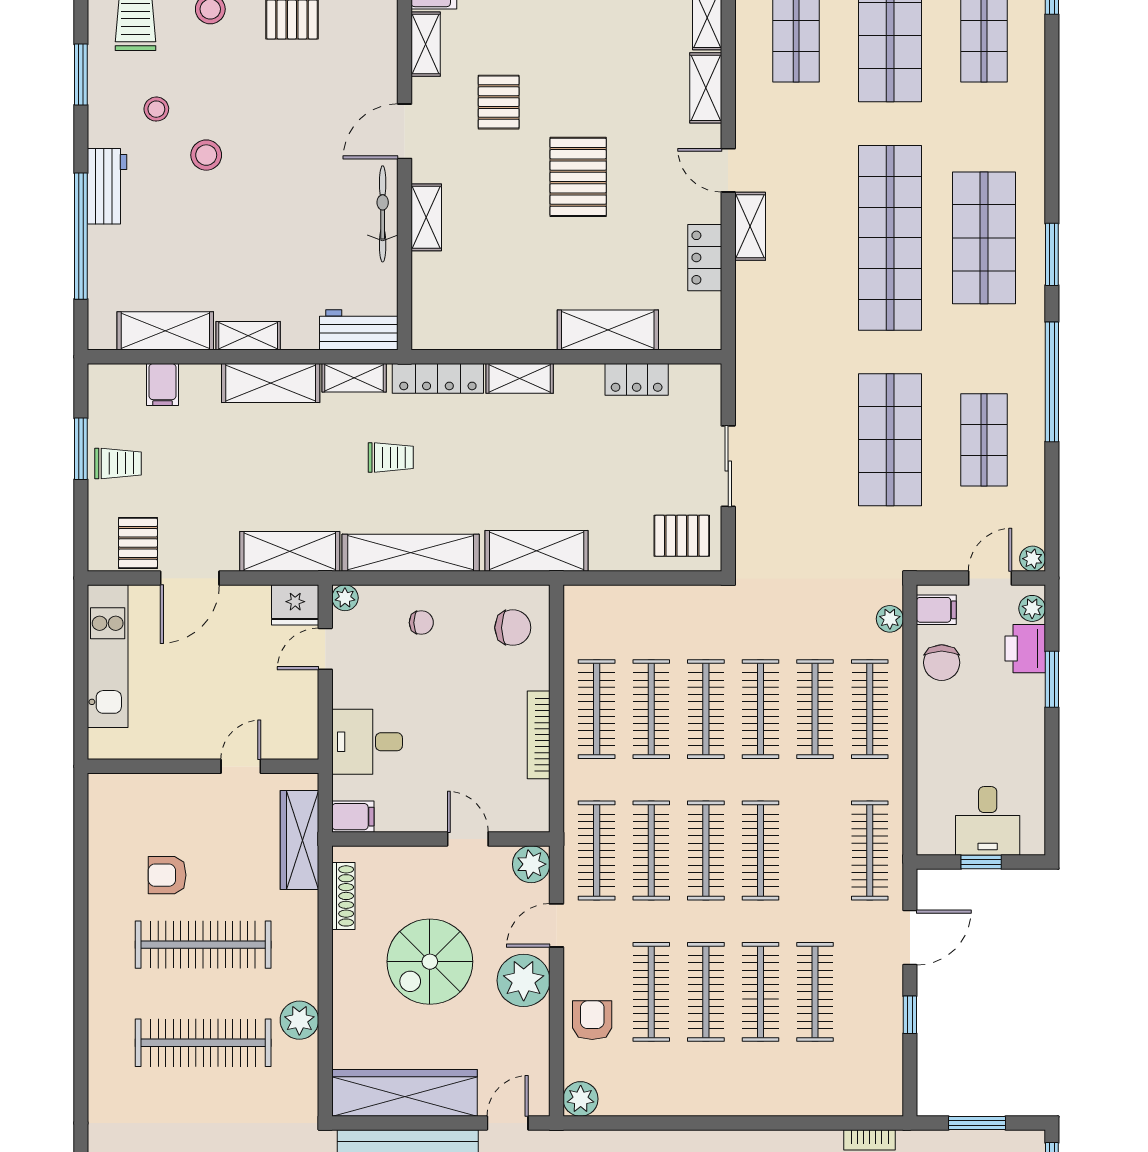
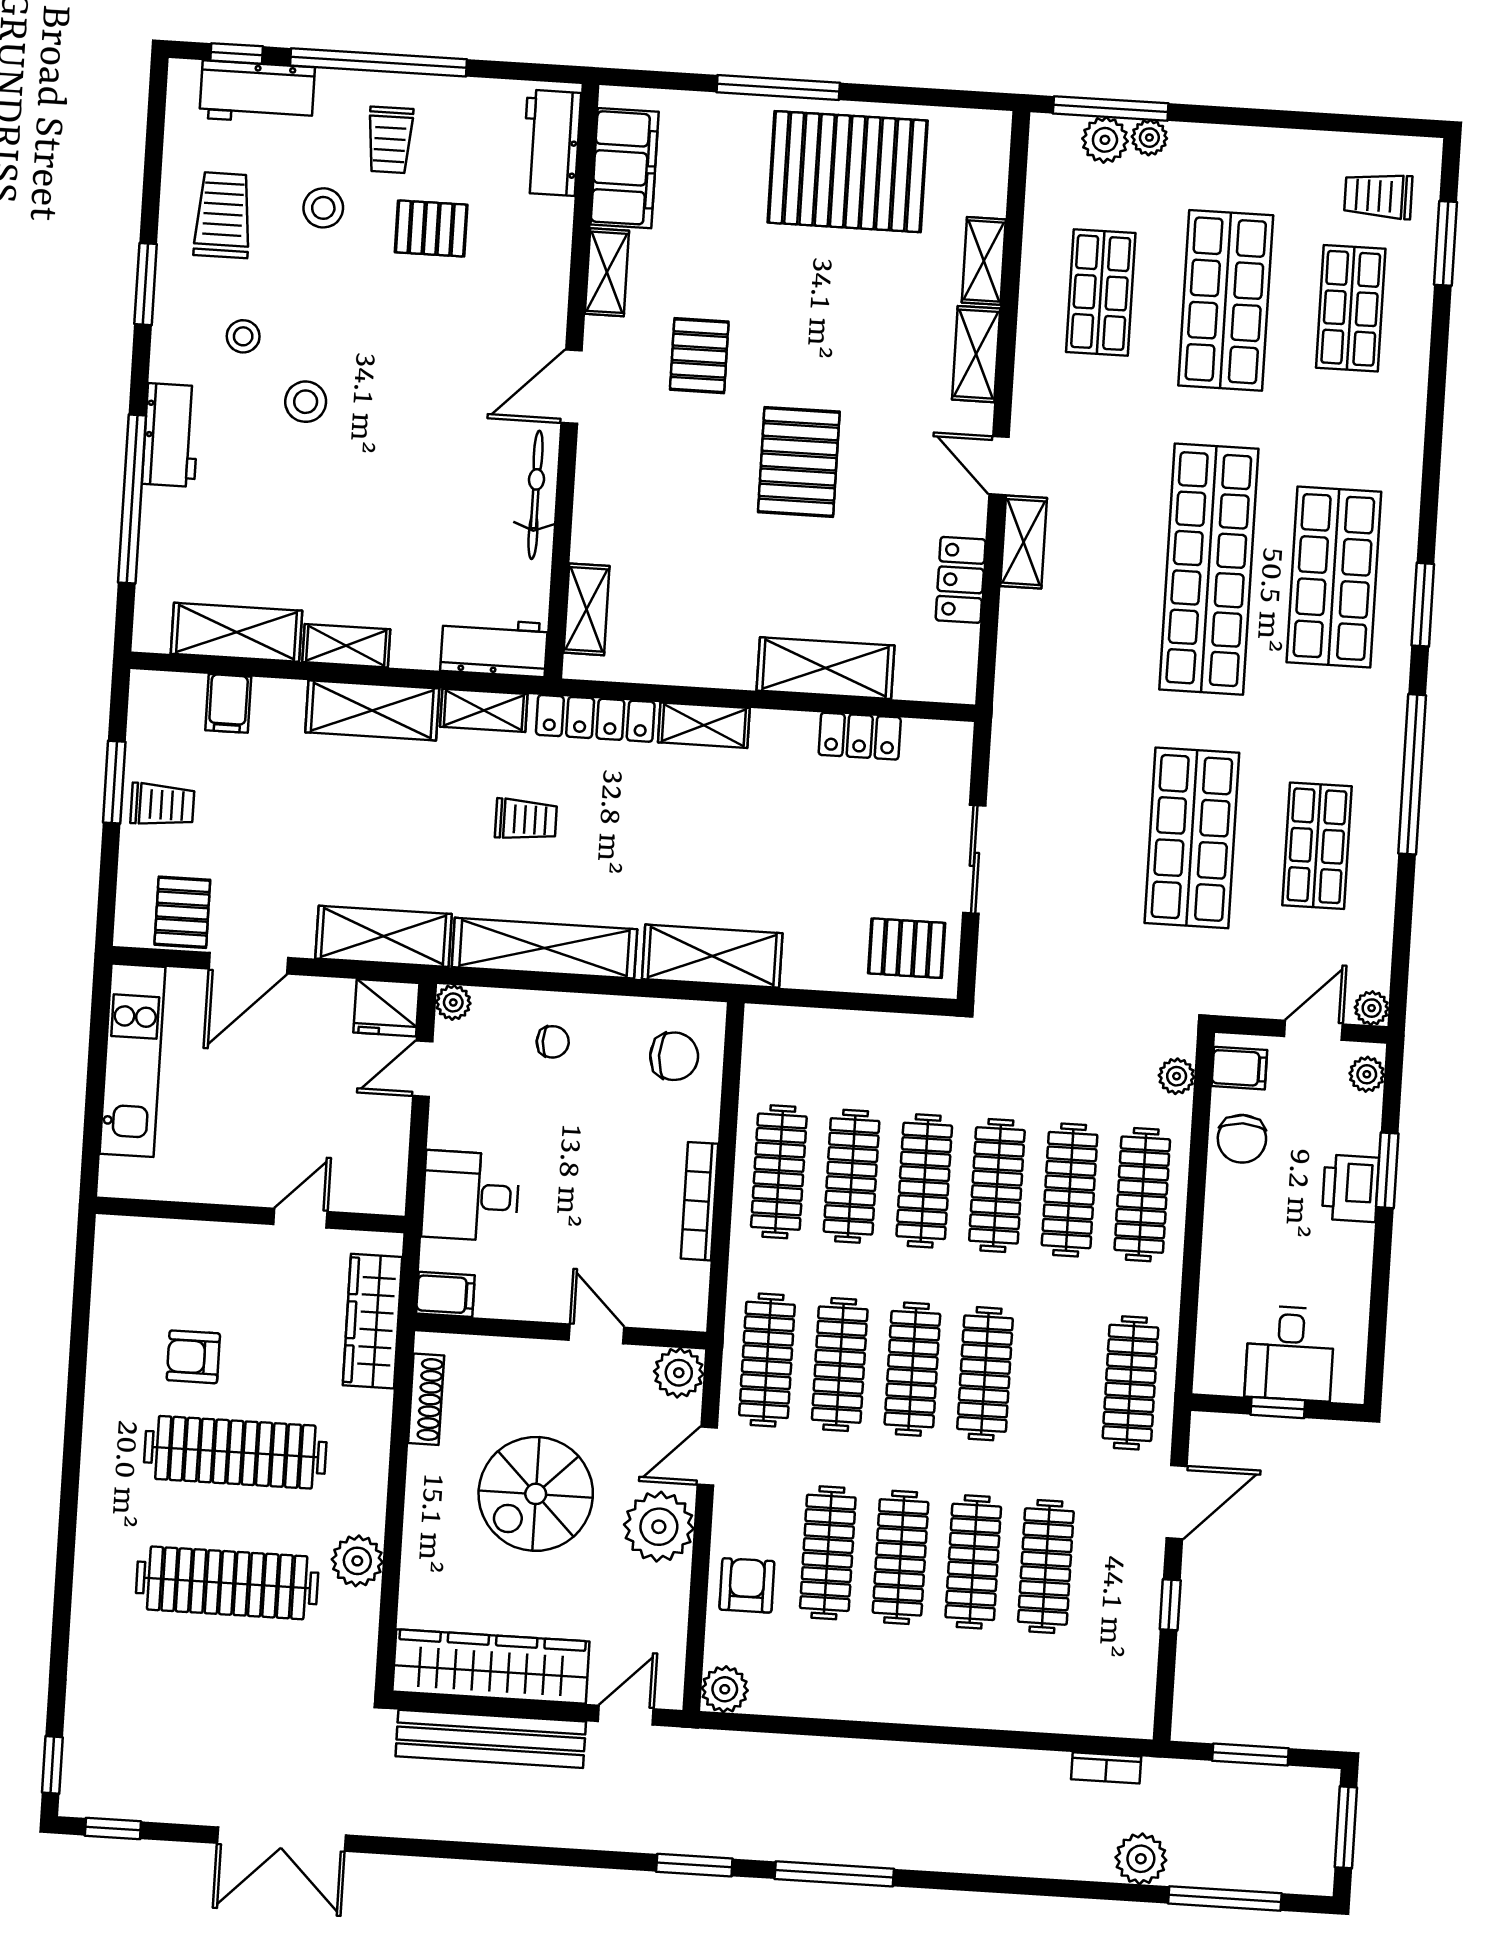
shelving: (426, 217) -> (587, 609), moved
printer: (1025, 649) -> (1350, 1188), moved

